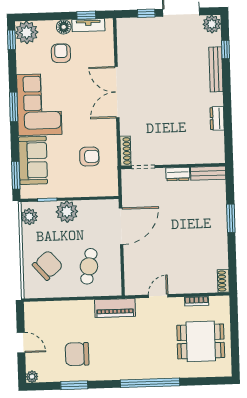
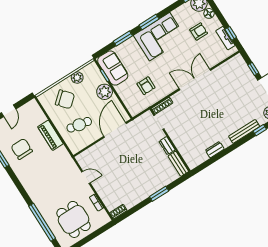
floor lamp: (64, 27) -> (209, 13), moved
sofa: (33, 160) -> (113, 68), moved, turned -90
window: (16, 175) -> (123, 38), moved
plant: (29, 217) -> (77, 78), moved
door: (121, 226) -> (115, 130), swing flipped
piano: (115, 308) -> (50, 135), moved
window: (150, 383) -> (42, 222), moved

